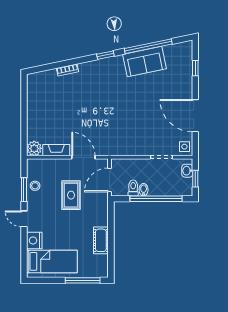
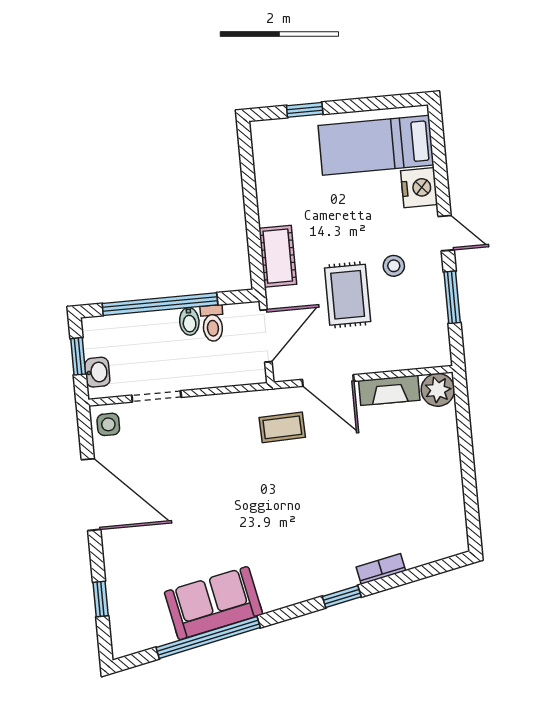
window: (105, 55) -> (342, 597), moved
coffee table: (106, 138) -> (282, 427), added
stool: (35, 186) -> (394, 266), moved
cot: (101, 240) -> (278, 256), moved
window: (83, 280) -> (305, 110), width x0.46

